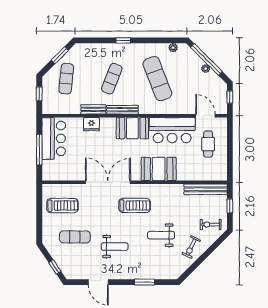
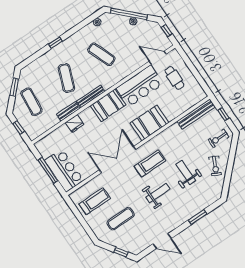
exercise mat: (157, 79) -> (101, 54), width x0.73, depth x0.69
bar counter: (54, 138) -> (64, 170), moved
weight bench: (161, 235) -> (186, 172), turned 90
weight bench: (115, 247) -> (158, 193), moved

